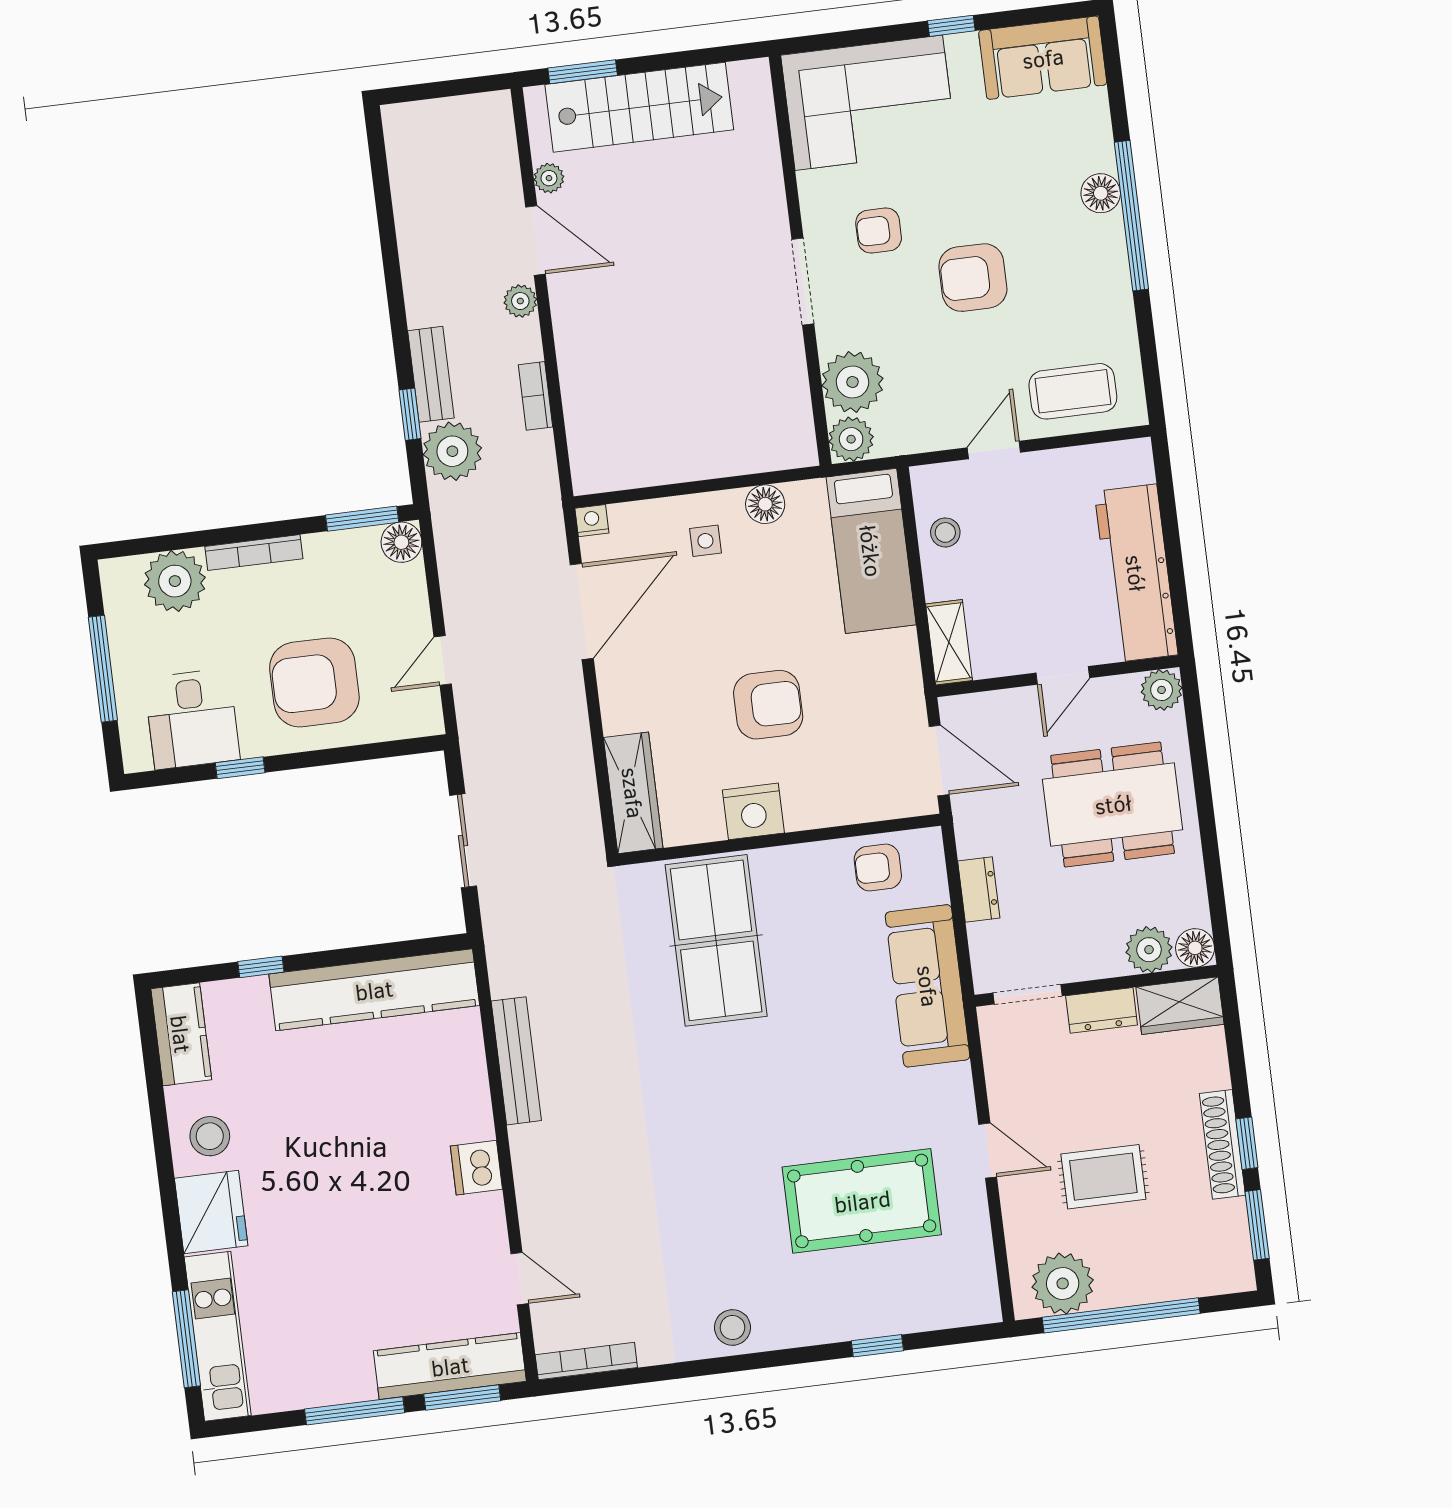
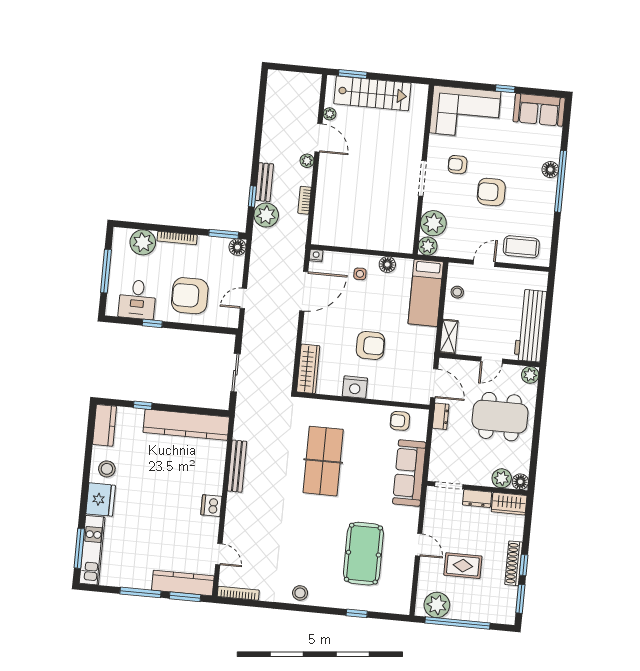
dresser: (979, 890) -> (441, 416), moved
table tennis table: (716, 940) -> (323, 461), moved
pool table: (862, 1201) -> (363, 554), turned 90

